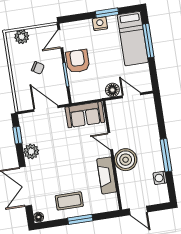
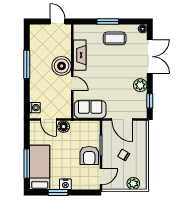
washing machine: (160, 178) -> (35, 108), moved

